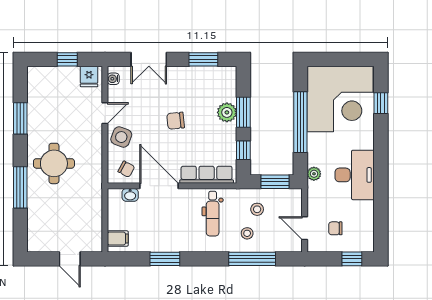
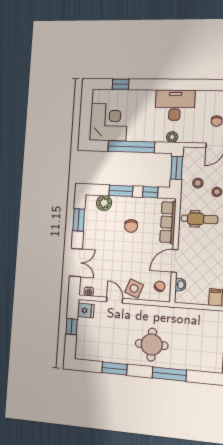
corner desk: (340, 99) -> (108, 122), width x0.74, depth x0.74
plant: (227, 112) -> (104, 203), moved
chair: (176, 121) -> (131, 226), moved
door: (159, 186) -> (175, 261), width x0.73

